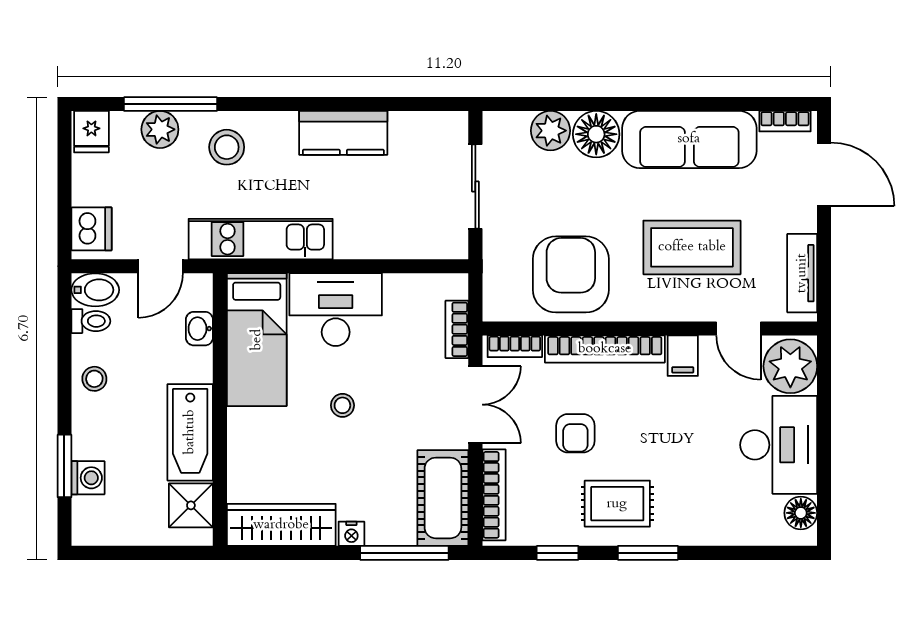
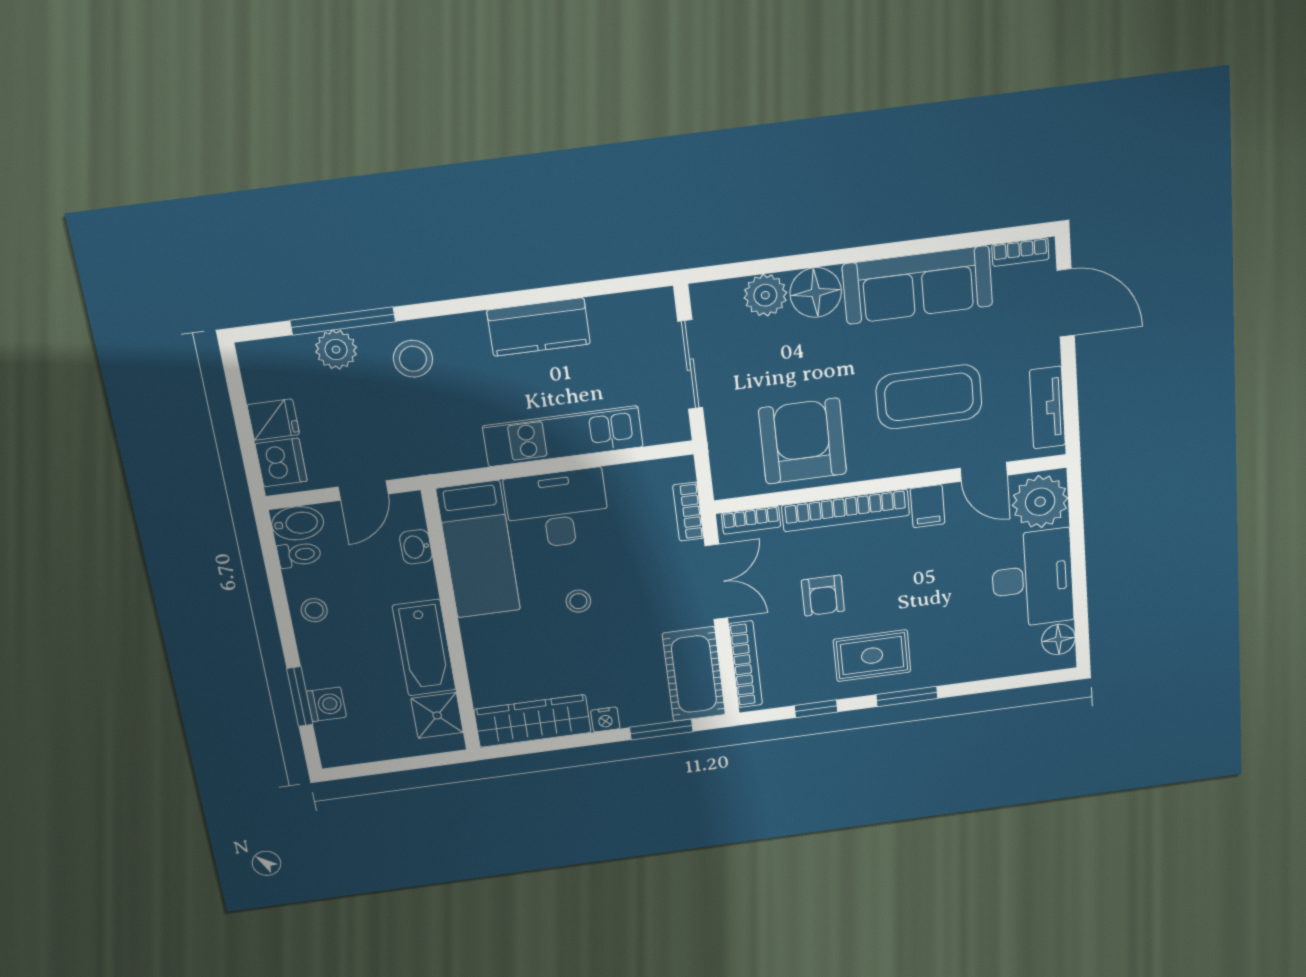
fridge: (91, 132) -> (273, 420), moved, turned -90
kitchen unit: (261, 239) -> (563, 436), moved
window: (404, 553) -> (661, 730), width x0.69

